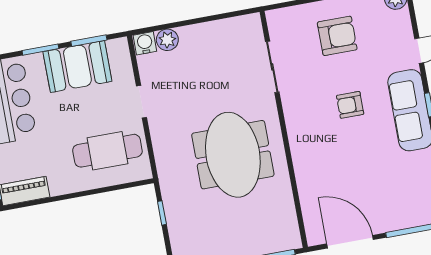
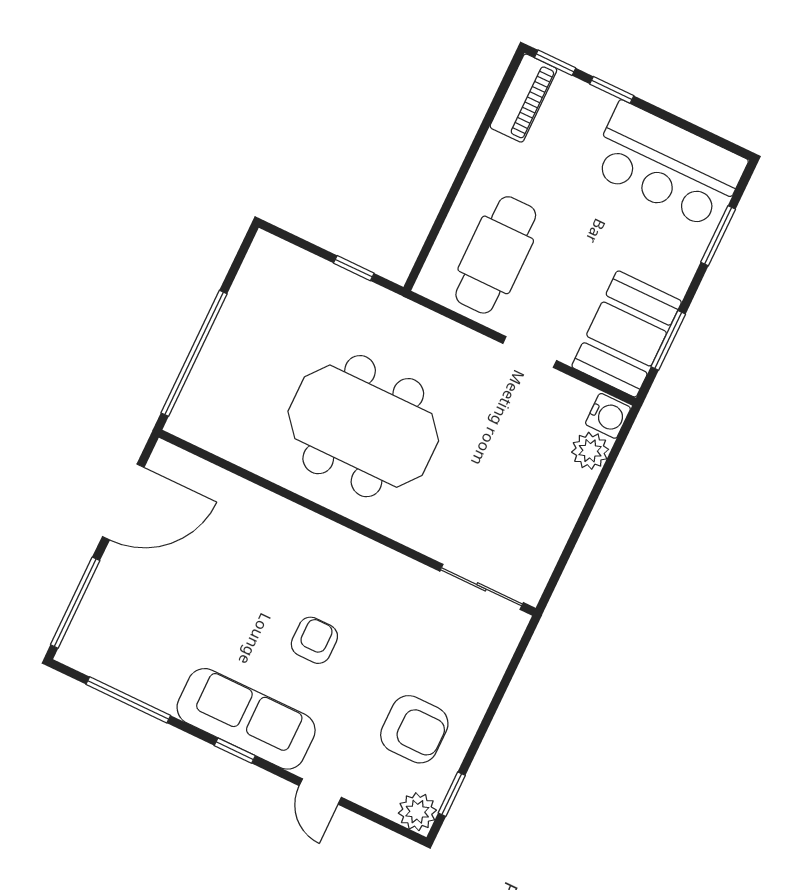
armchair: (337, 36) -> (414, 729), moved, turned -90
window: (40, 50) -> (718, 236), moved
booth: (77, 67) -> (627, 334), moved
sliding door: (272, 67) -> (482, 587), moved

